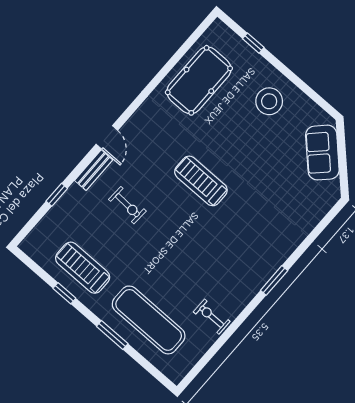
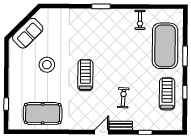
stool: (269, 101) -> (47, 65), moved
treadmill: (201, 181) -> (85, 75), turned 180
treadmill: (83, 268) -> (167, 94), turned 180
exercise mat: (149, 320) -> (165, 46), width x1.47

